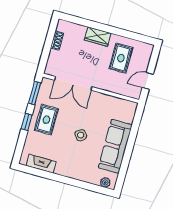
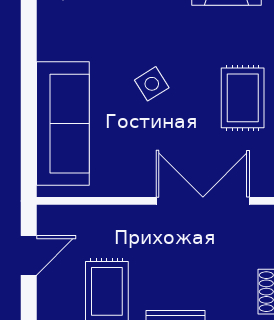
sofa: (115, 146) -> (63, 124), moved

